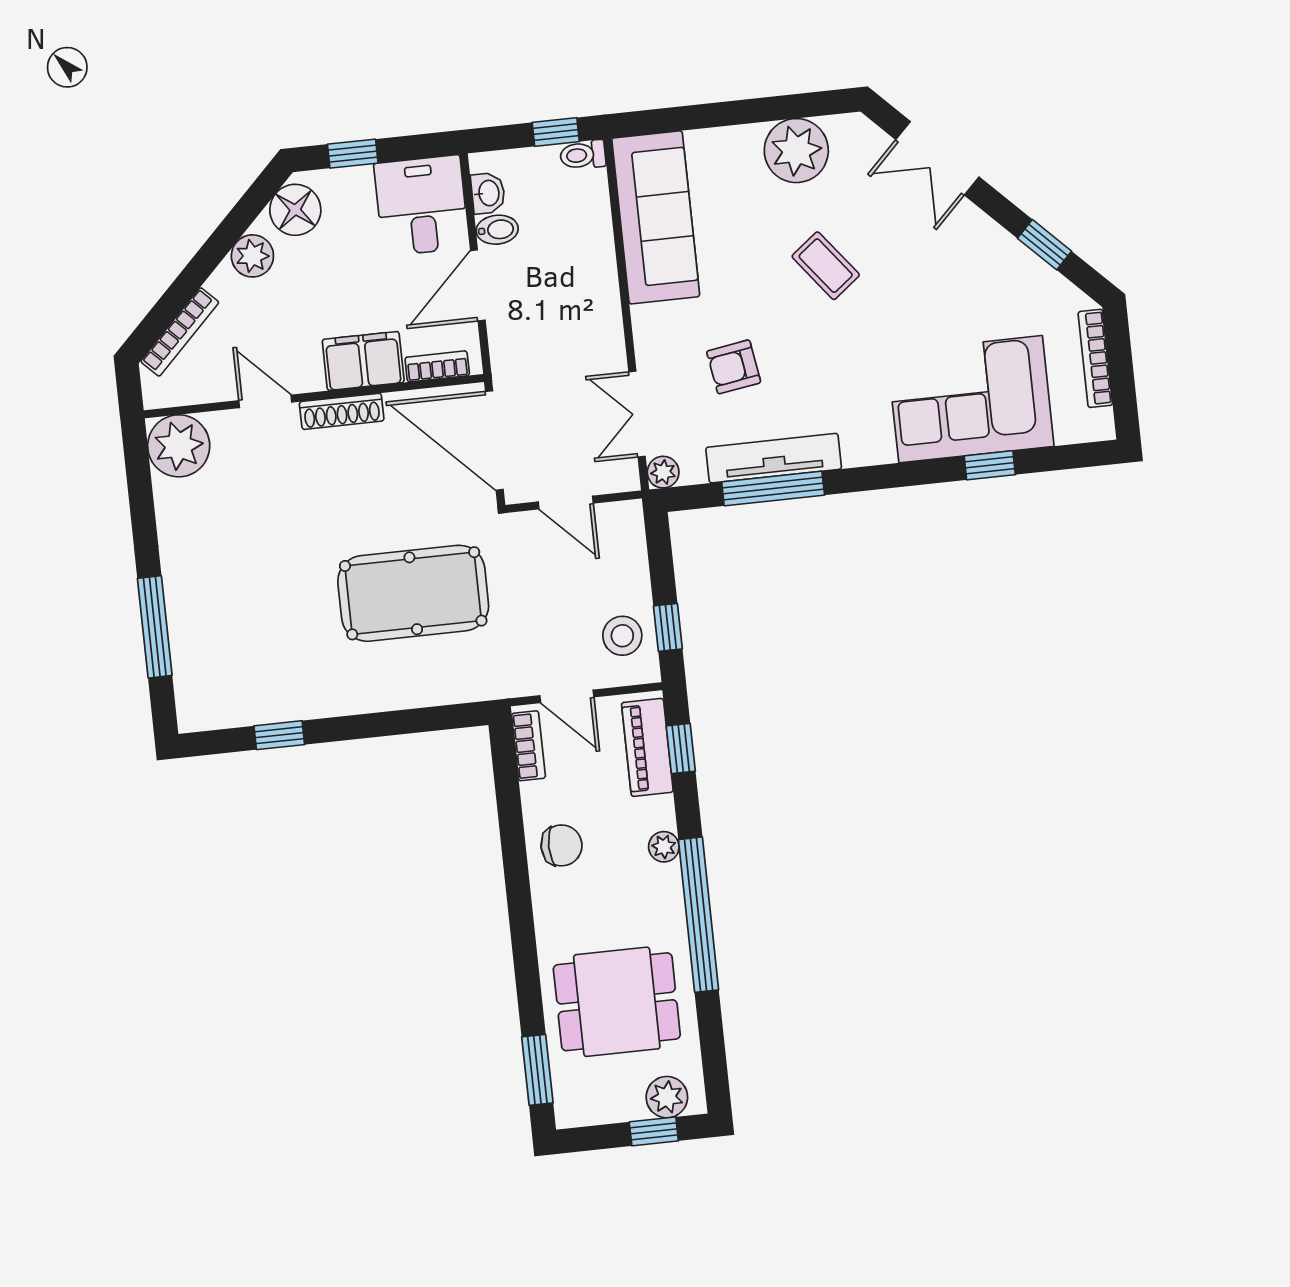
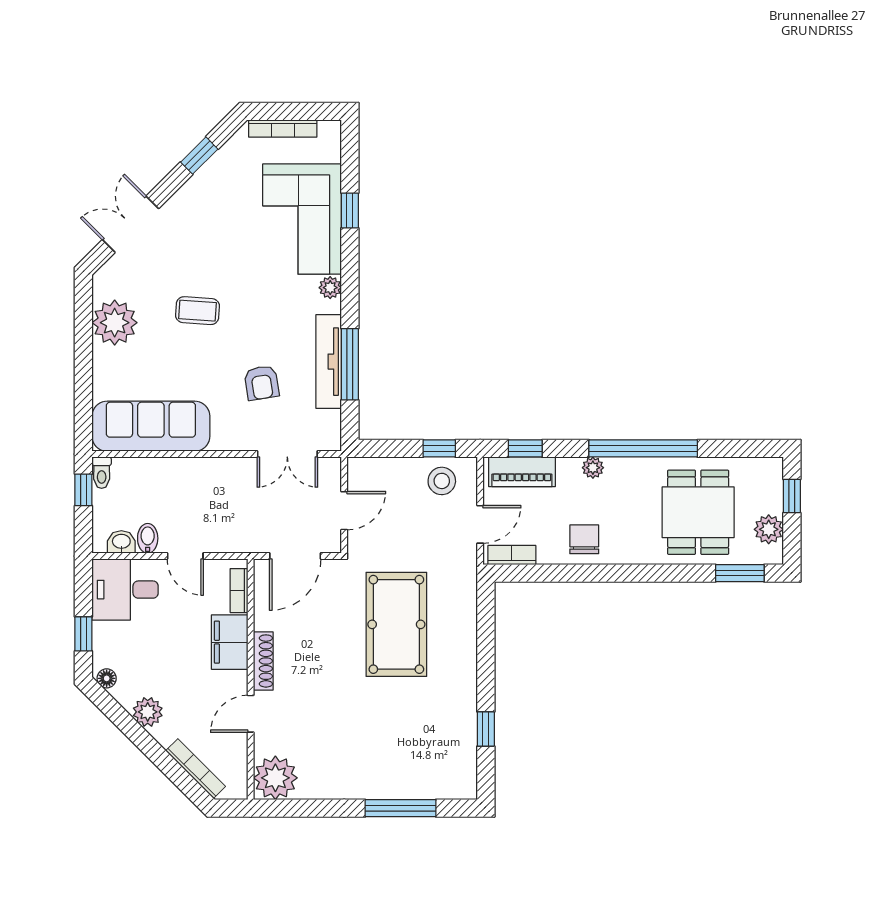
double door: (937, 158) -> (131, 224), swing flipped
floor lamp: (295, 210) -> (107, 678), width x0.53, depth x0.53
coffee table: (826, 266) -> (197, 311), turned 42
door: (478, 285) -> (185, 556), width x0.73
door: (494, 440) -> (295, 556), width x0.73
plant: (663, 472) -> (330, 288), moved
plant: (667, 1097) -> (769, 529), moved

